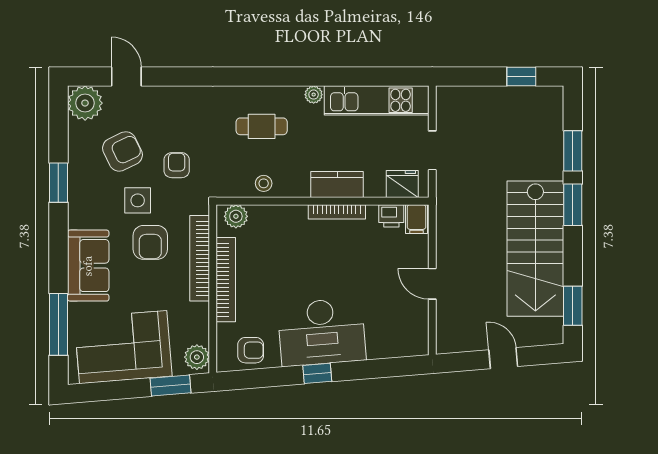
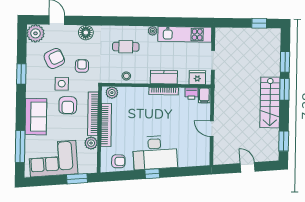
floor lamp: (183, 100) -> (86, 33), added
stairs: (535, 249) -> (270, 102), width x0.73, depth x0.66
plant: (197, 357) -> (91, 143), moved

